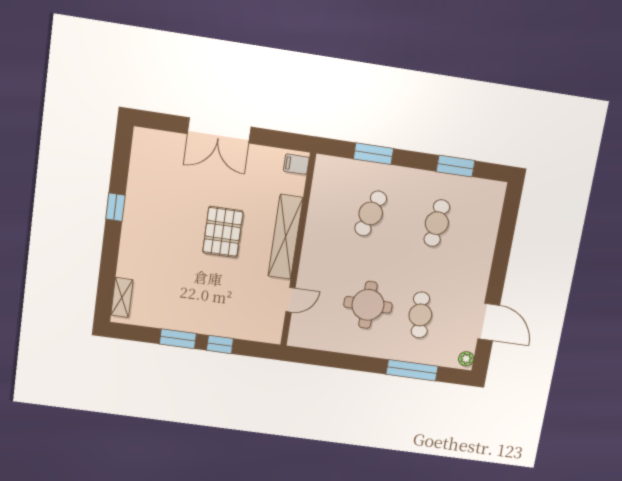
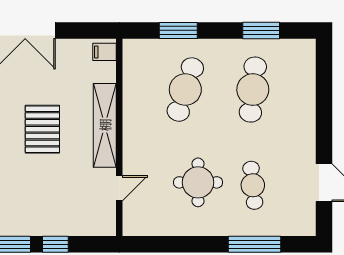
cafe table: (371, 213) -> (185, 90), width x1.37, depth x1.35
cafe table: (437, 223) -> (253, 90), width x1.37, depth x1.35
plant: (466, 359) -> (308, 224), removed

